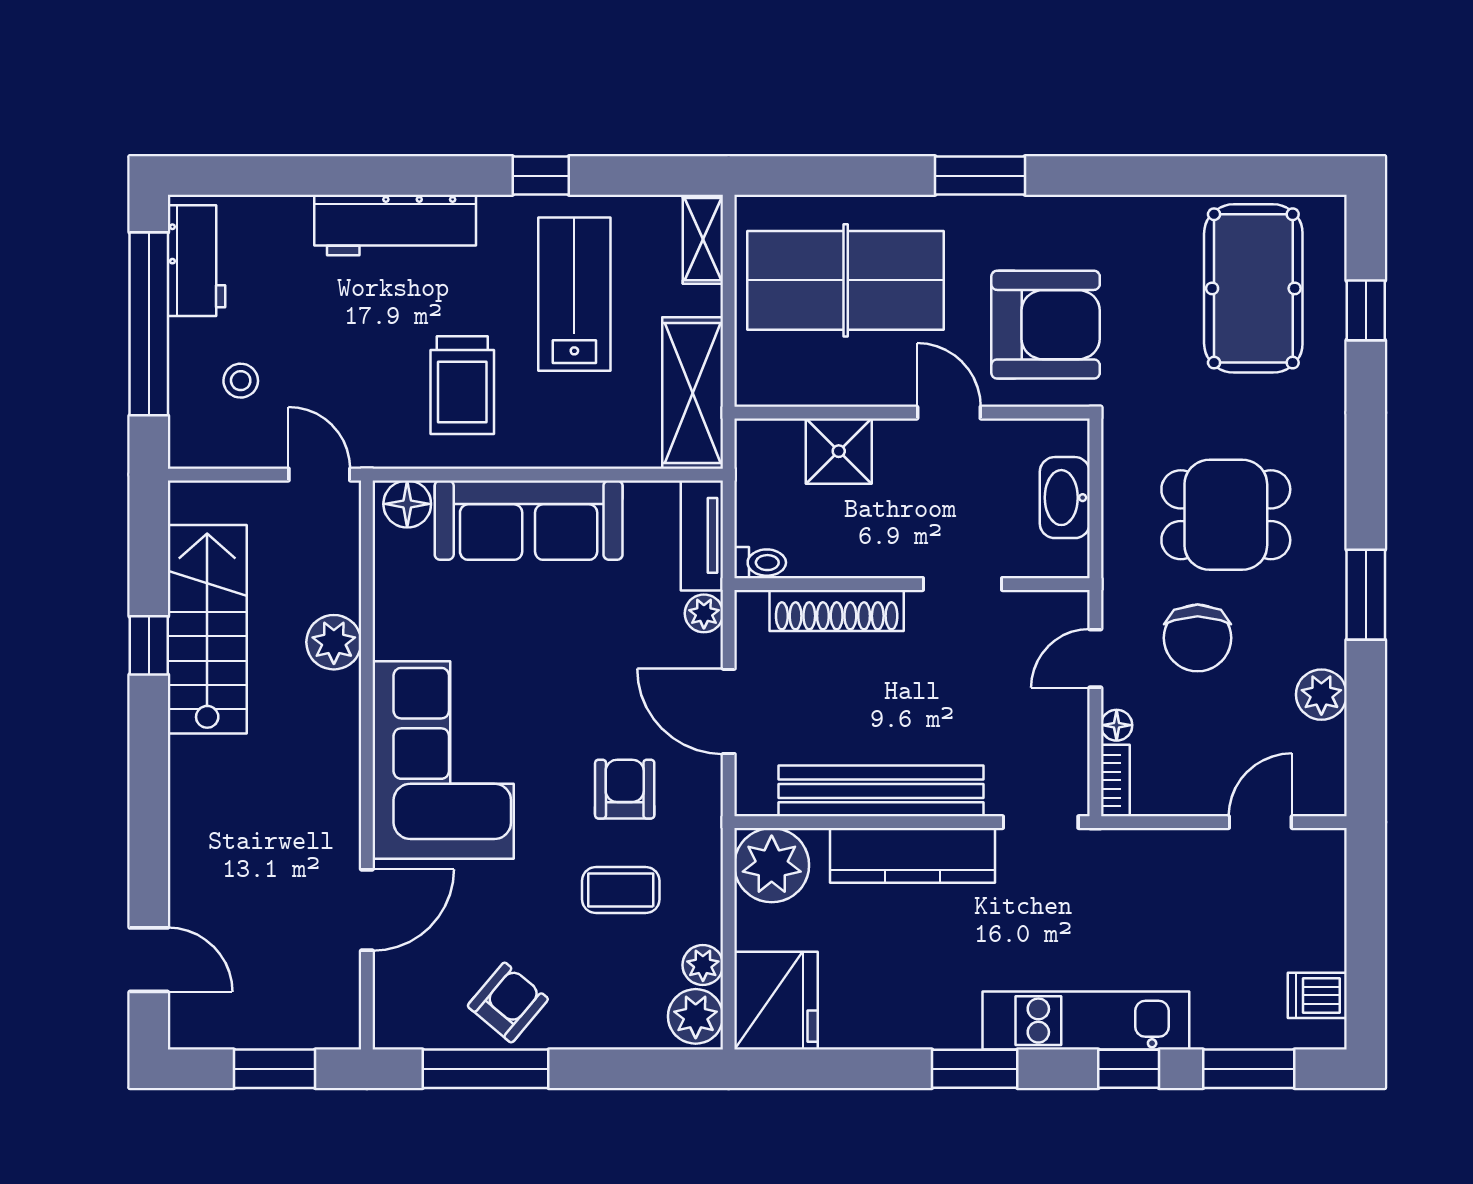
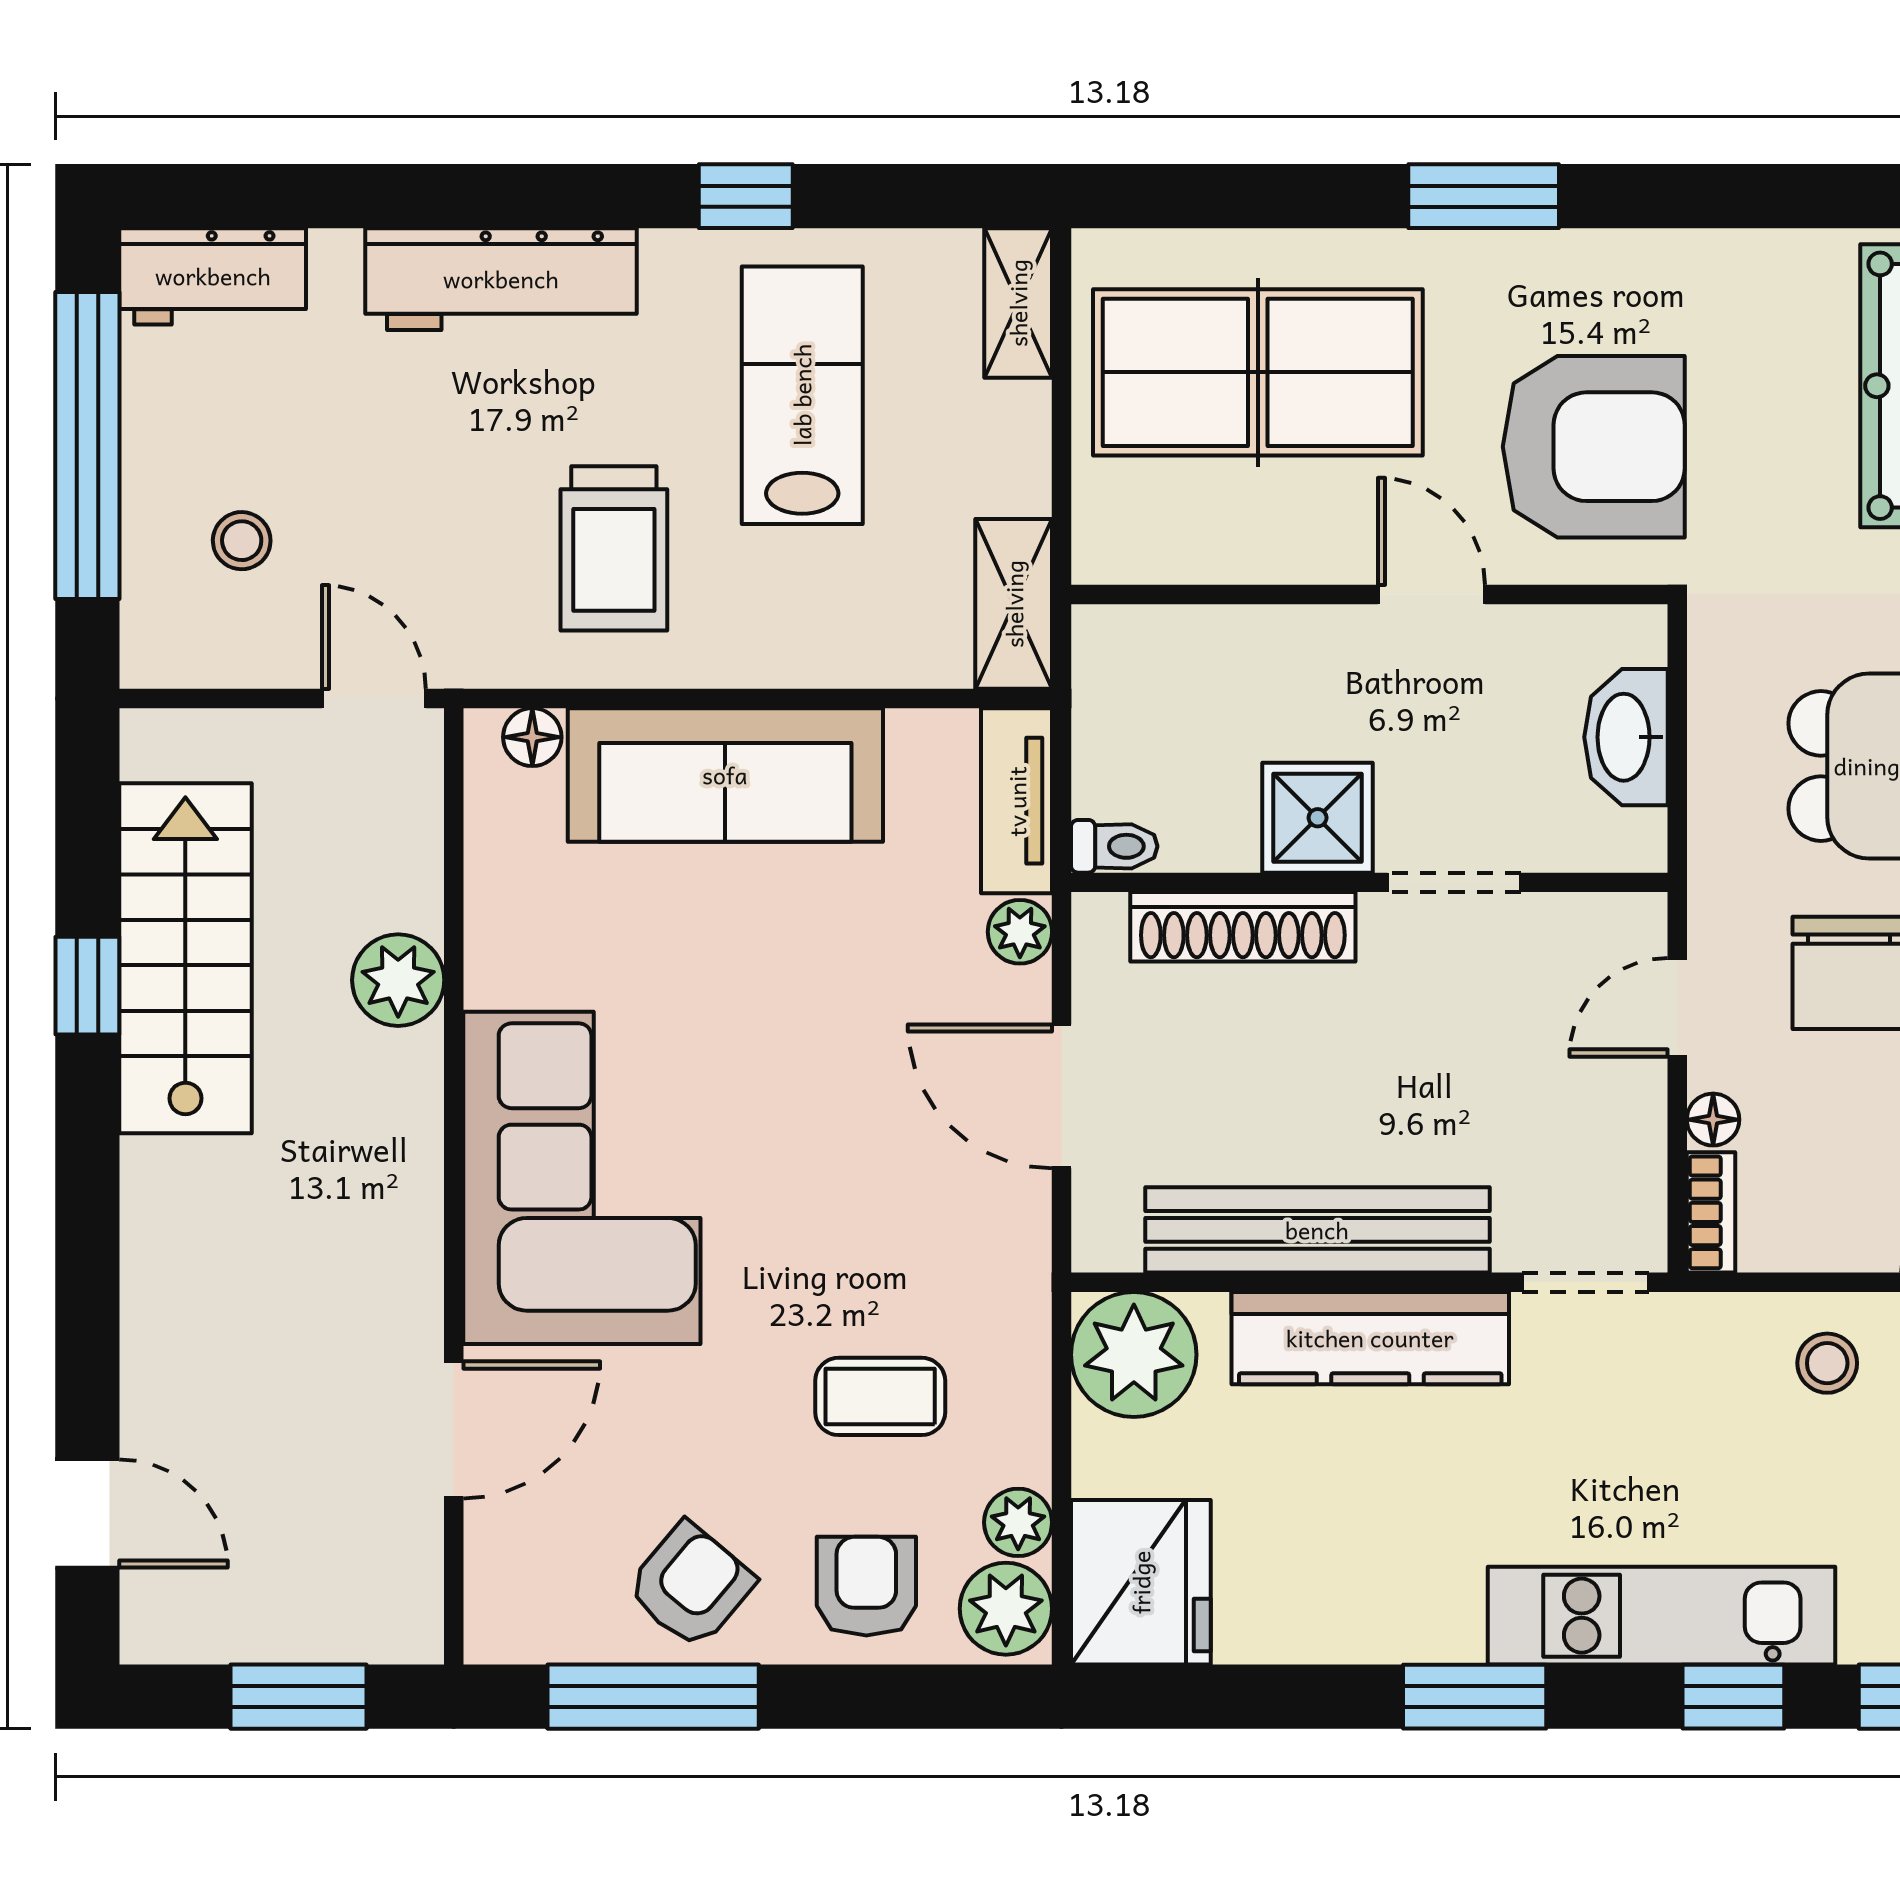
workbench: (197, 261) -> (213, 276), moved, turned 90
shelving: (693, 393) -> (1014, 604), width x0.67, depth x0.75
shower: (839, 451) -> (1318, 818), moved
floor lamp: (407, 504) -> (532, 737), width x0.73, depth x0.73
armchair: (625, 789) -> (866, 1586), moved
stool: (1185, 870) -> (1827, 1363), added

